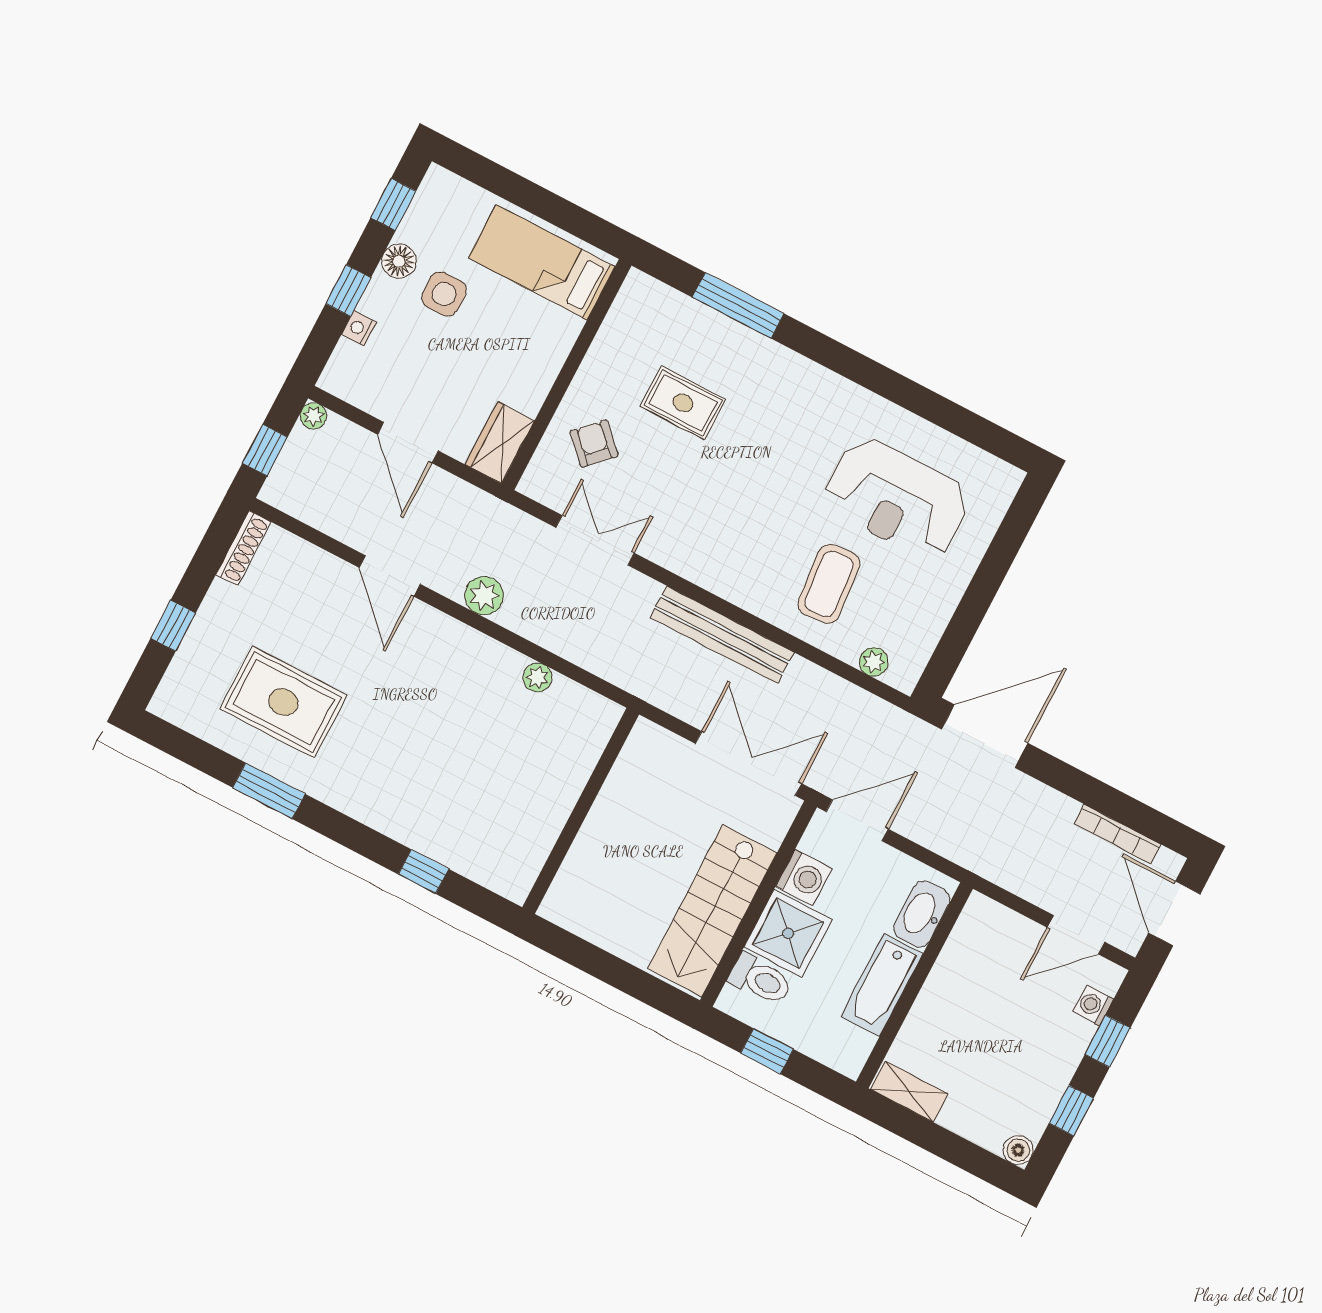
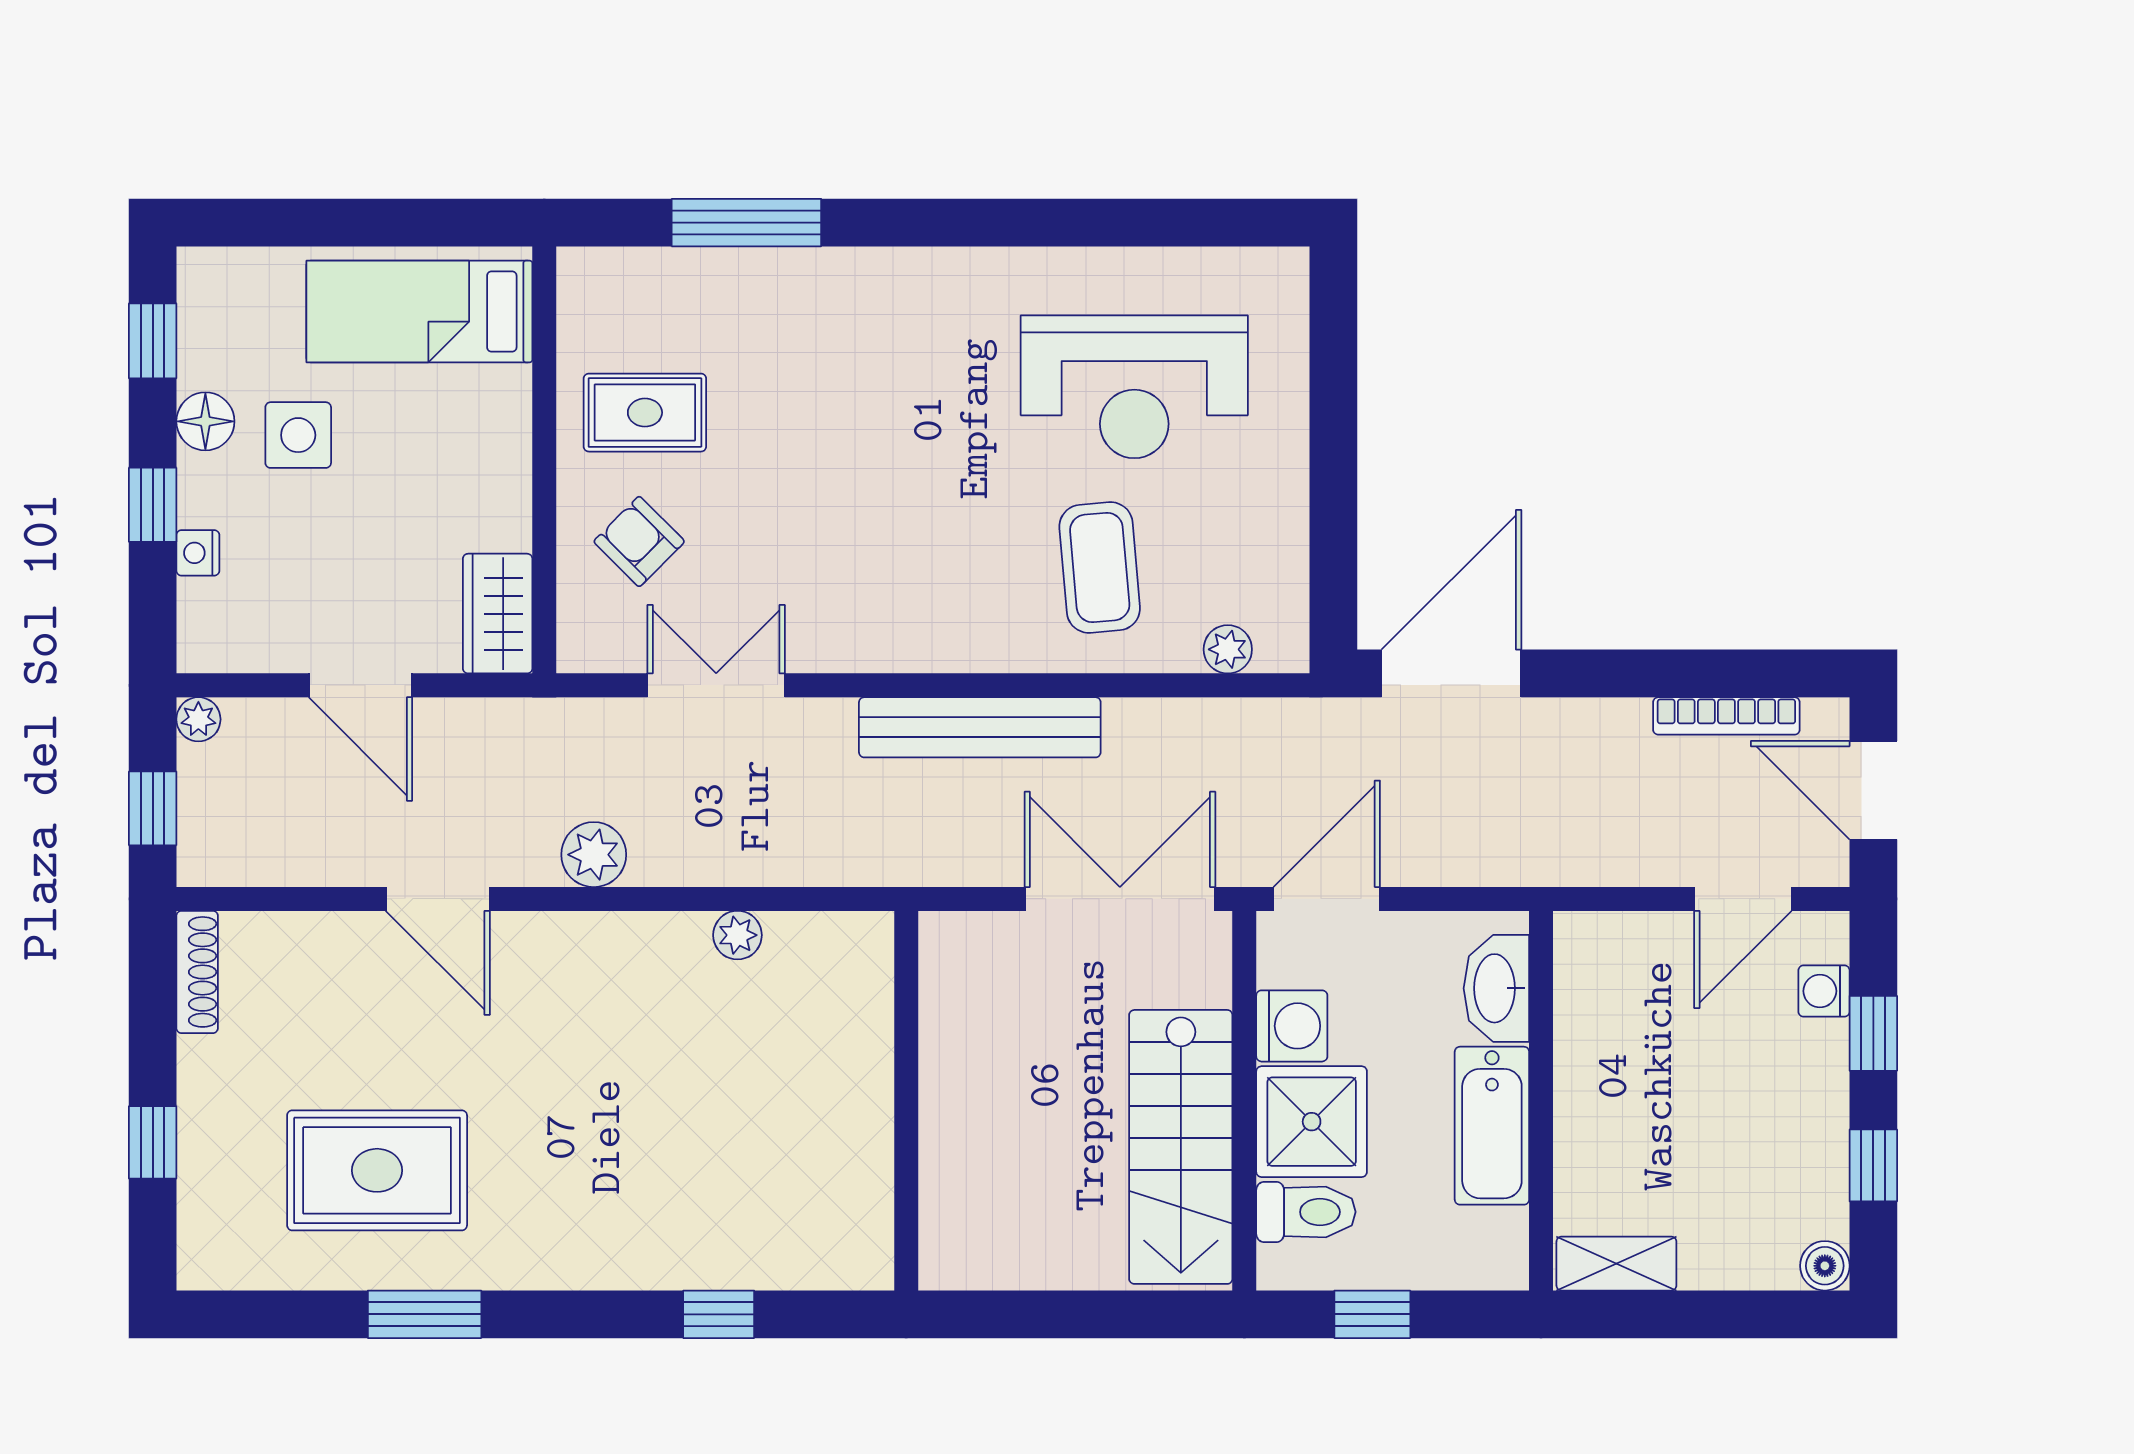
rug: (683, 403) -> (645, 413), moved

